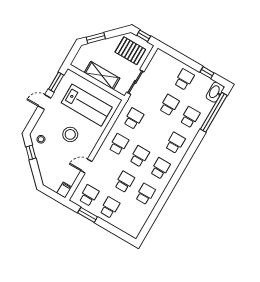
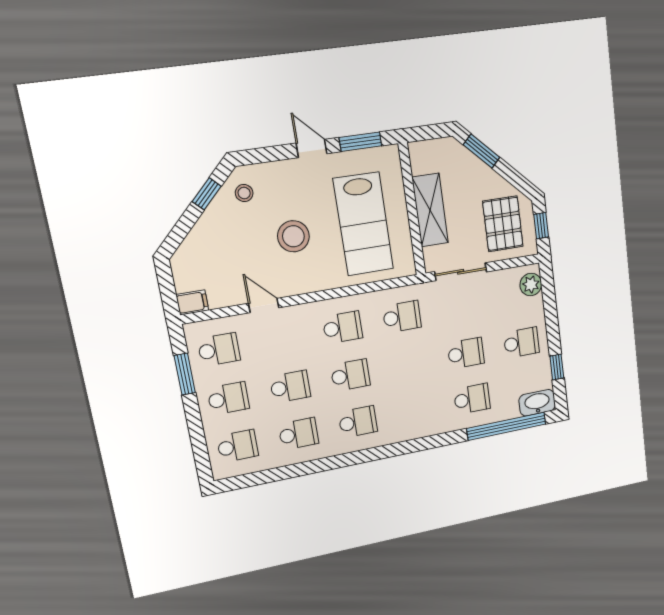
plant: (164, 58) -> (531, 285), added
school desk: (175, 143) -> (238, 446), moved

